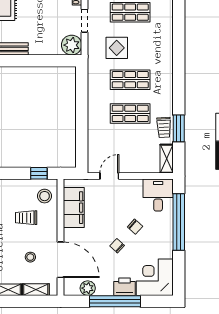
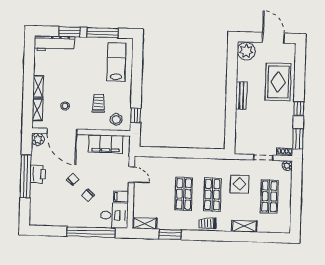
shelving: (166, 41) -> (244, 226), added
plant: (72, 45) -> (243, 146), removed
trolley: (164, 127) -> (207, 223), moved
filing cabinet: (136, 187) -> (121, 196), added
door: (61, 260) -> (62, 131), hinge flipped
corner desk: (155, 277) -> (45, 210), removed
printer: (125, 287) -> (38, 174), moved
plant: (88, 288) -> (38, 139), moved

